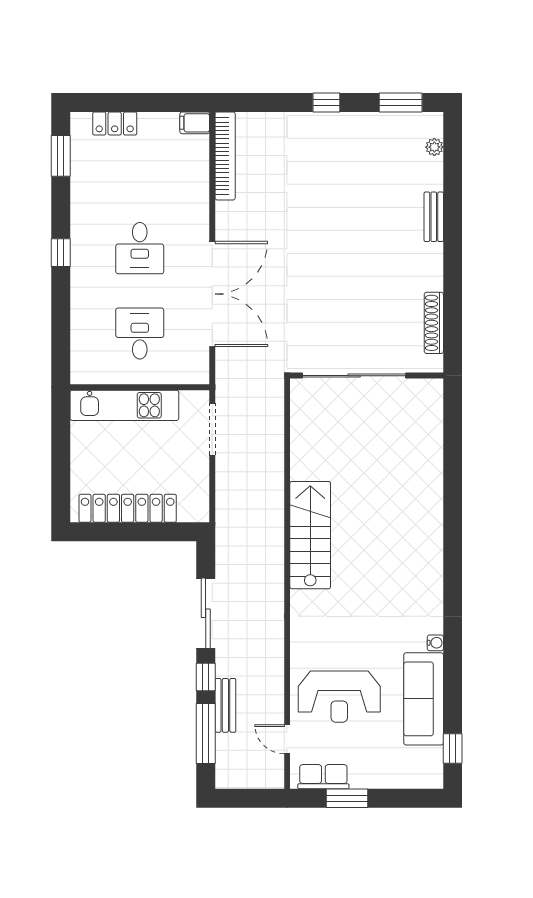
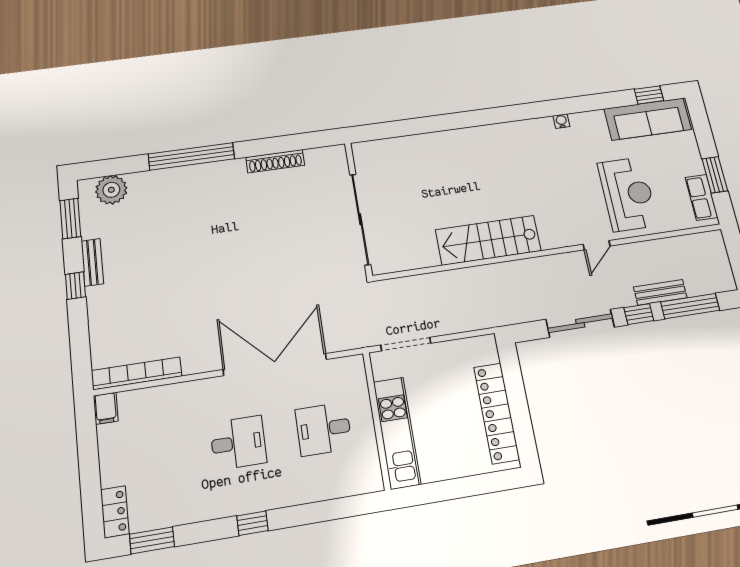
locker: (115, 123) -> (115, 512), moved
plant: (434, 147) -> (111, 190), width x1.88, depth x1.88
bench: (434, 217) -> (92, 262), moved, turned 90
window: (453, 234) -> (191, 156), added
sliding door: (354, 376) -> (360, 219), moved
wall: (367, 376) -> (358, 208), moved
sofa: (424, 699) -> (648, 119), moved
door: (287, 739) -> (597, 245), moved

